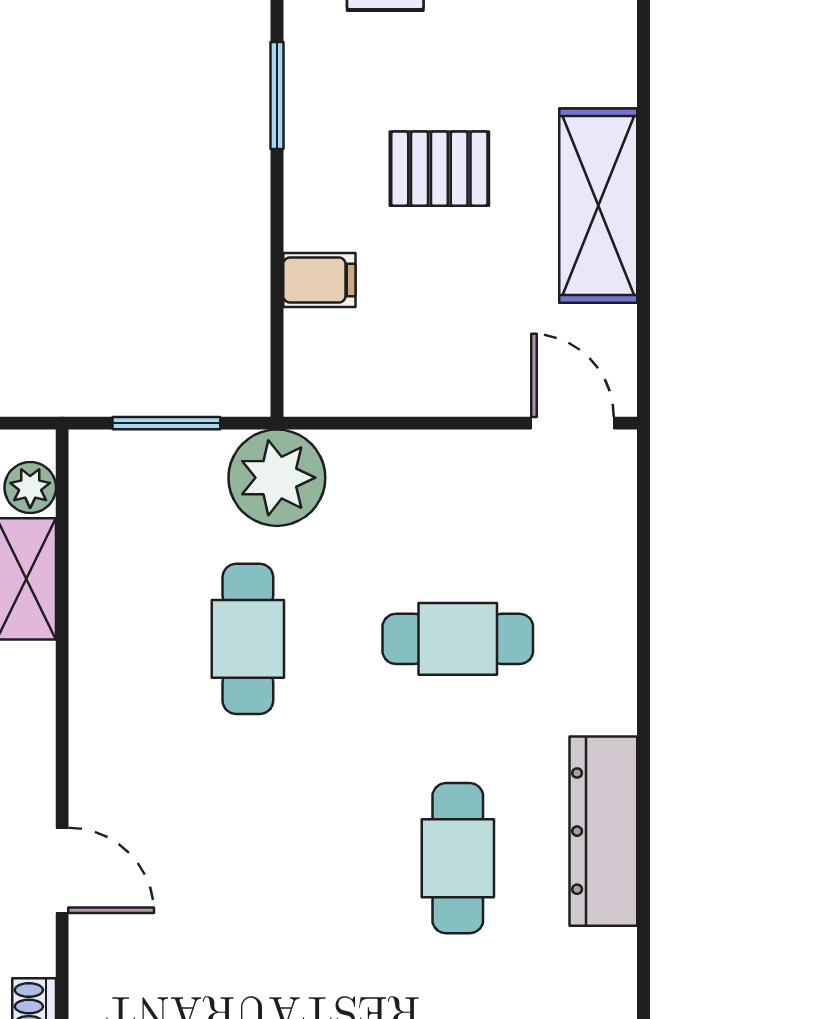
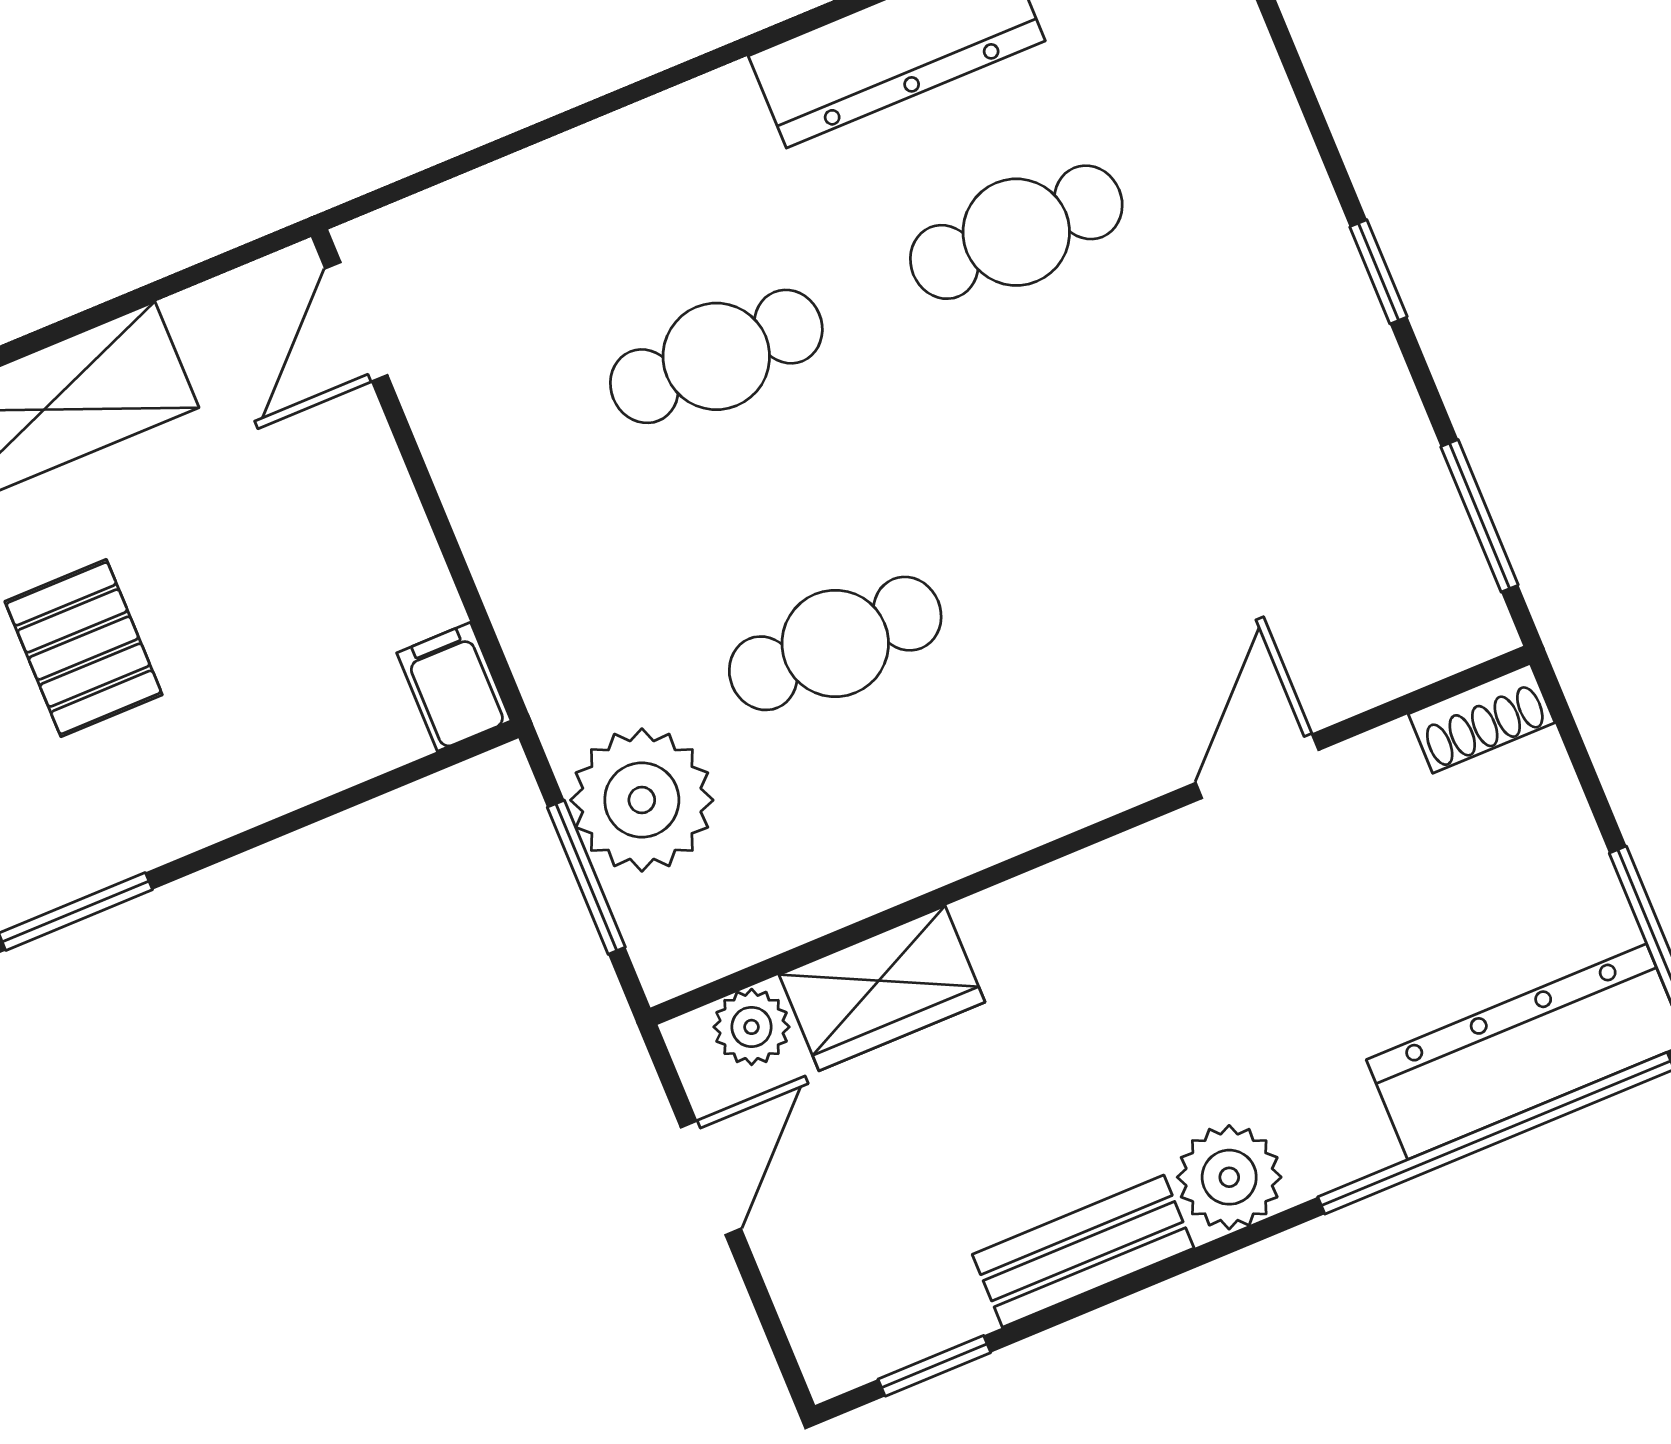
filing cabinet: (319, 280) -> (454, 687), moved
plant: (277, 478) -> (642, 800), moved
cafe table: (458, 639) -> (716, 356), turned 90

